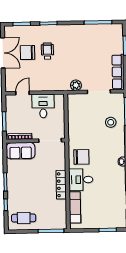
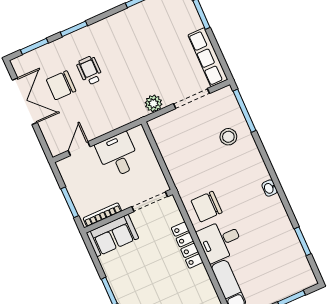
chair: (81, 157) -> (207, 207), turned 180
locker: (61, 185) -> (187, 245), moved

